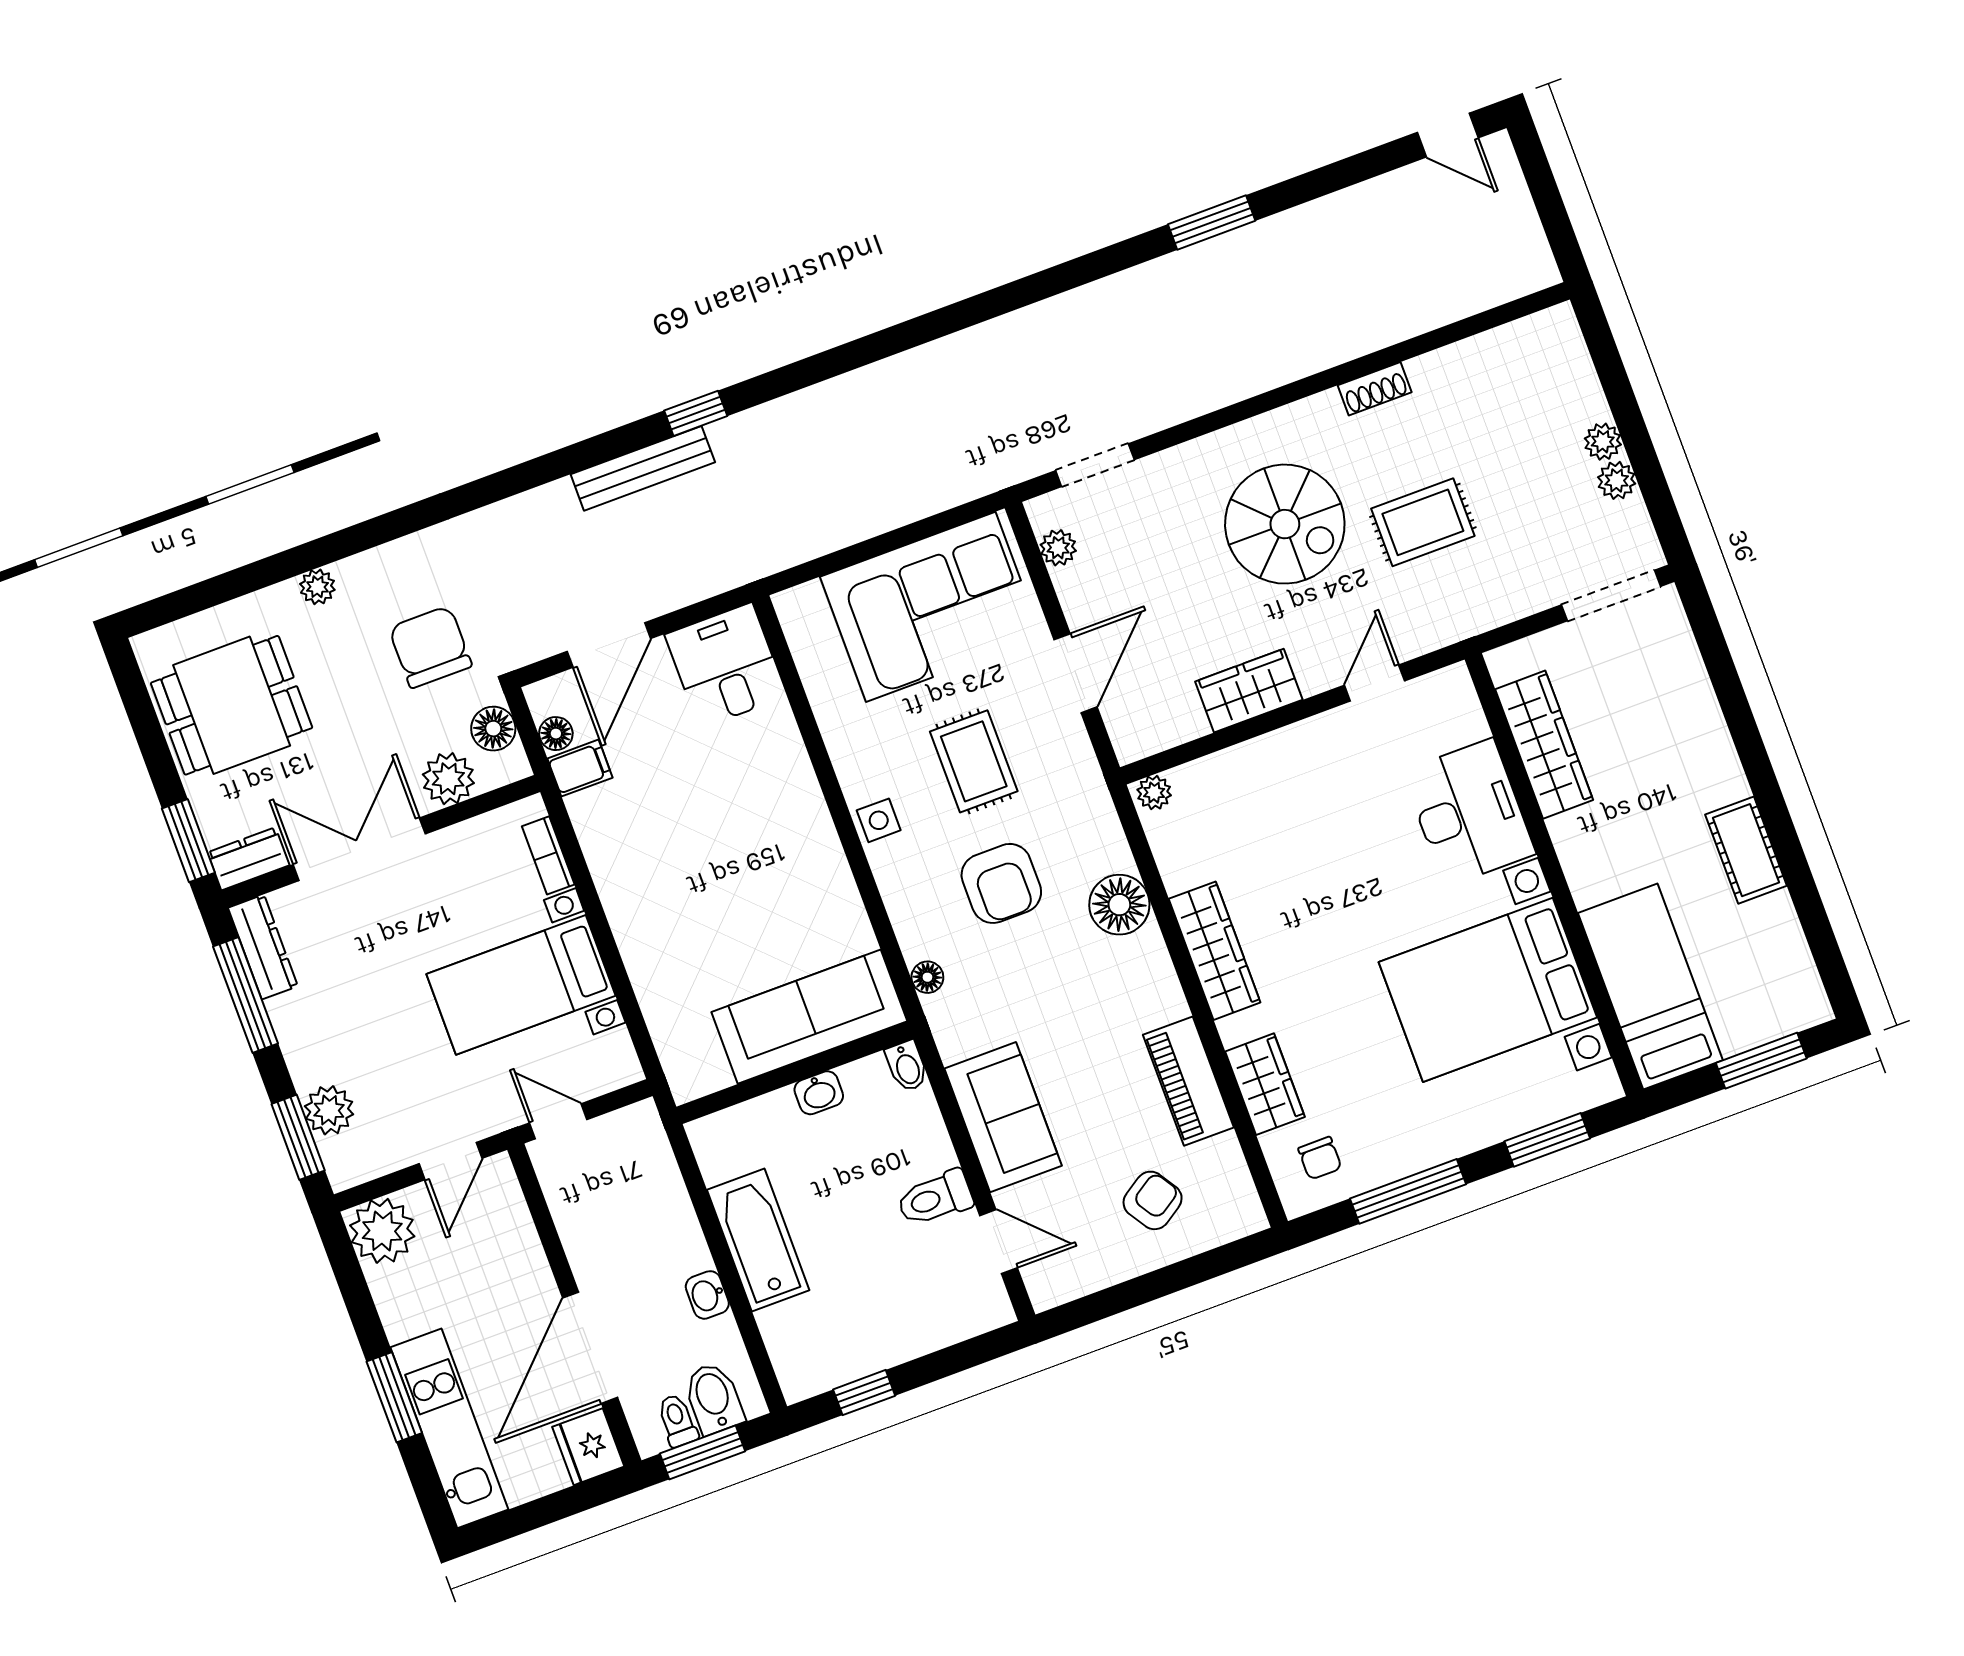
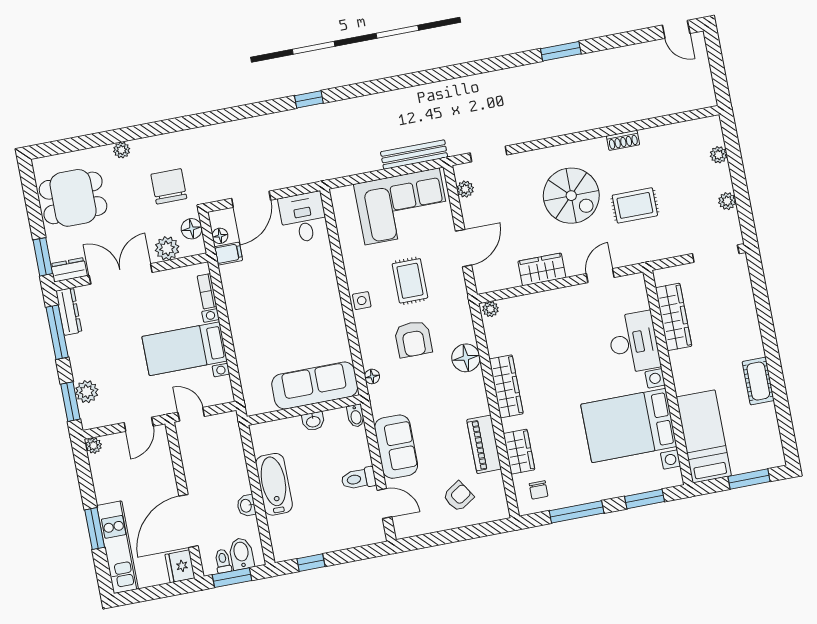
plant: (1603, 442) -> (719, 155), moved
bench: (643, 468) -> (414, 155), moved
plant: (382, 1231) -> (94, 446), width x0.53, depth x0.53

